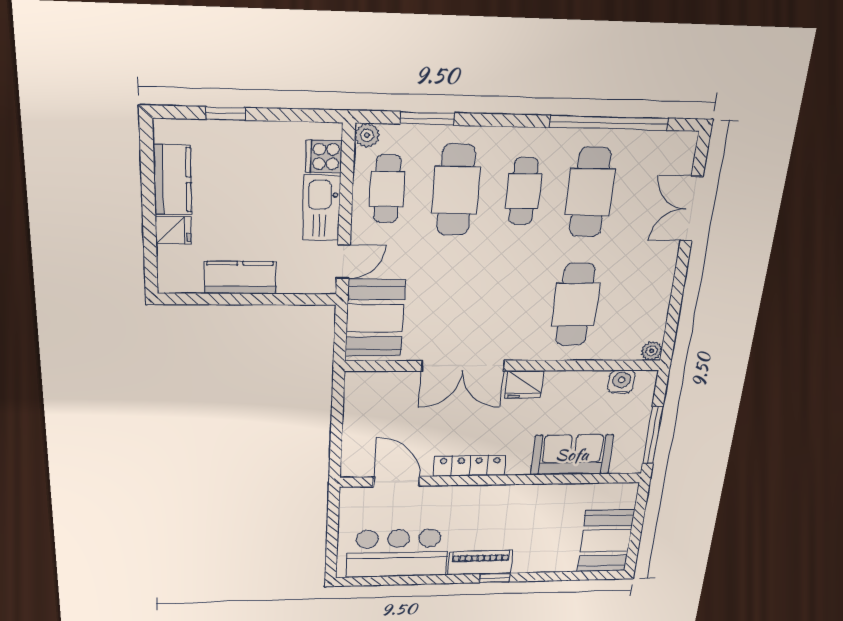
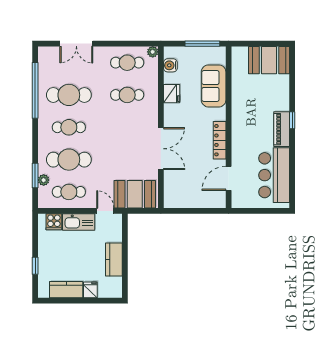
plant: (367, 135) -> (44, 180), moved
cafe table: (575, 305) -> (127, 95), width x0.73, depth x0.74
cafe table: (638, 305) -> (127, 63), added
fridge: (524, 384) -> (172, 94), moved

